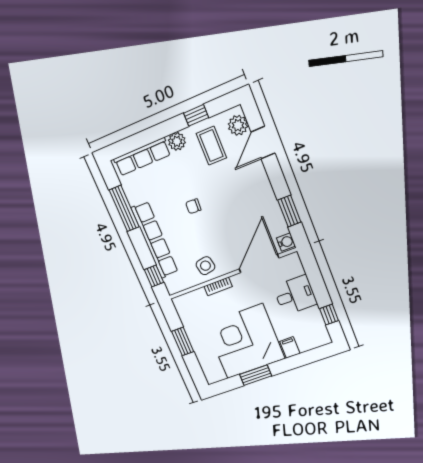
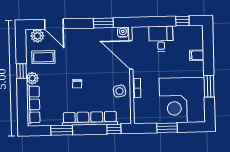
window: (196, 115) -> (21, 71), moved
window: (124, 209) -> (62, 130), width x0.69
corner desk: (245, 341) -> (182, 100), moved

